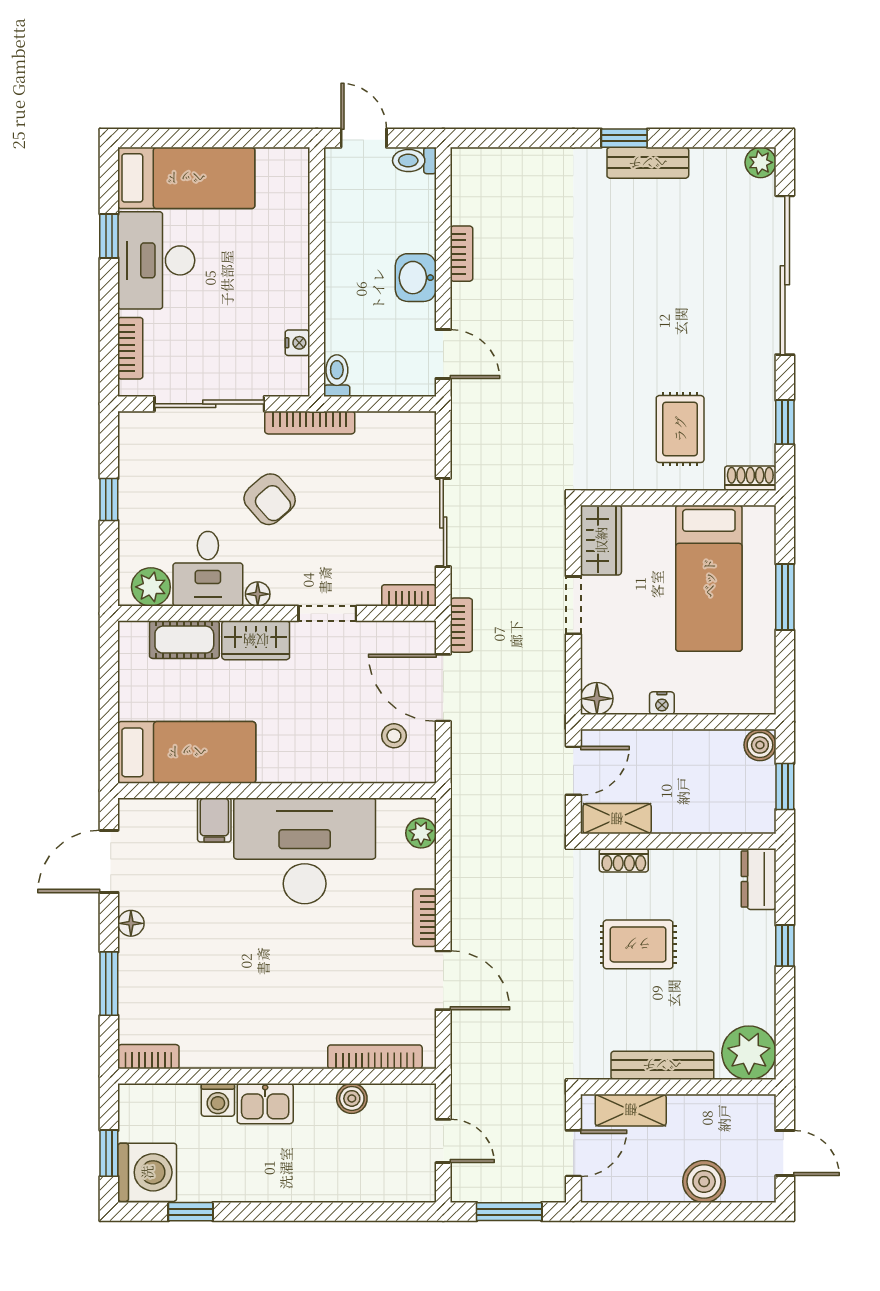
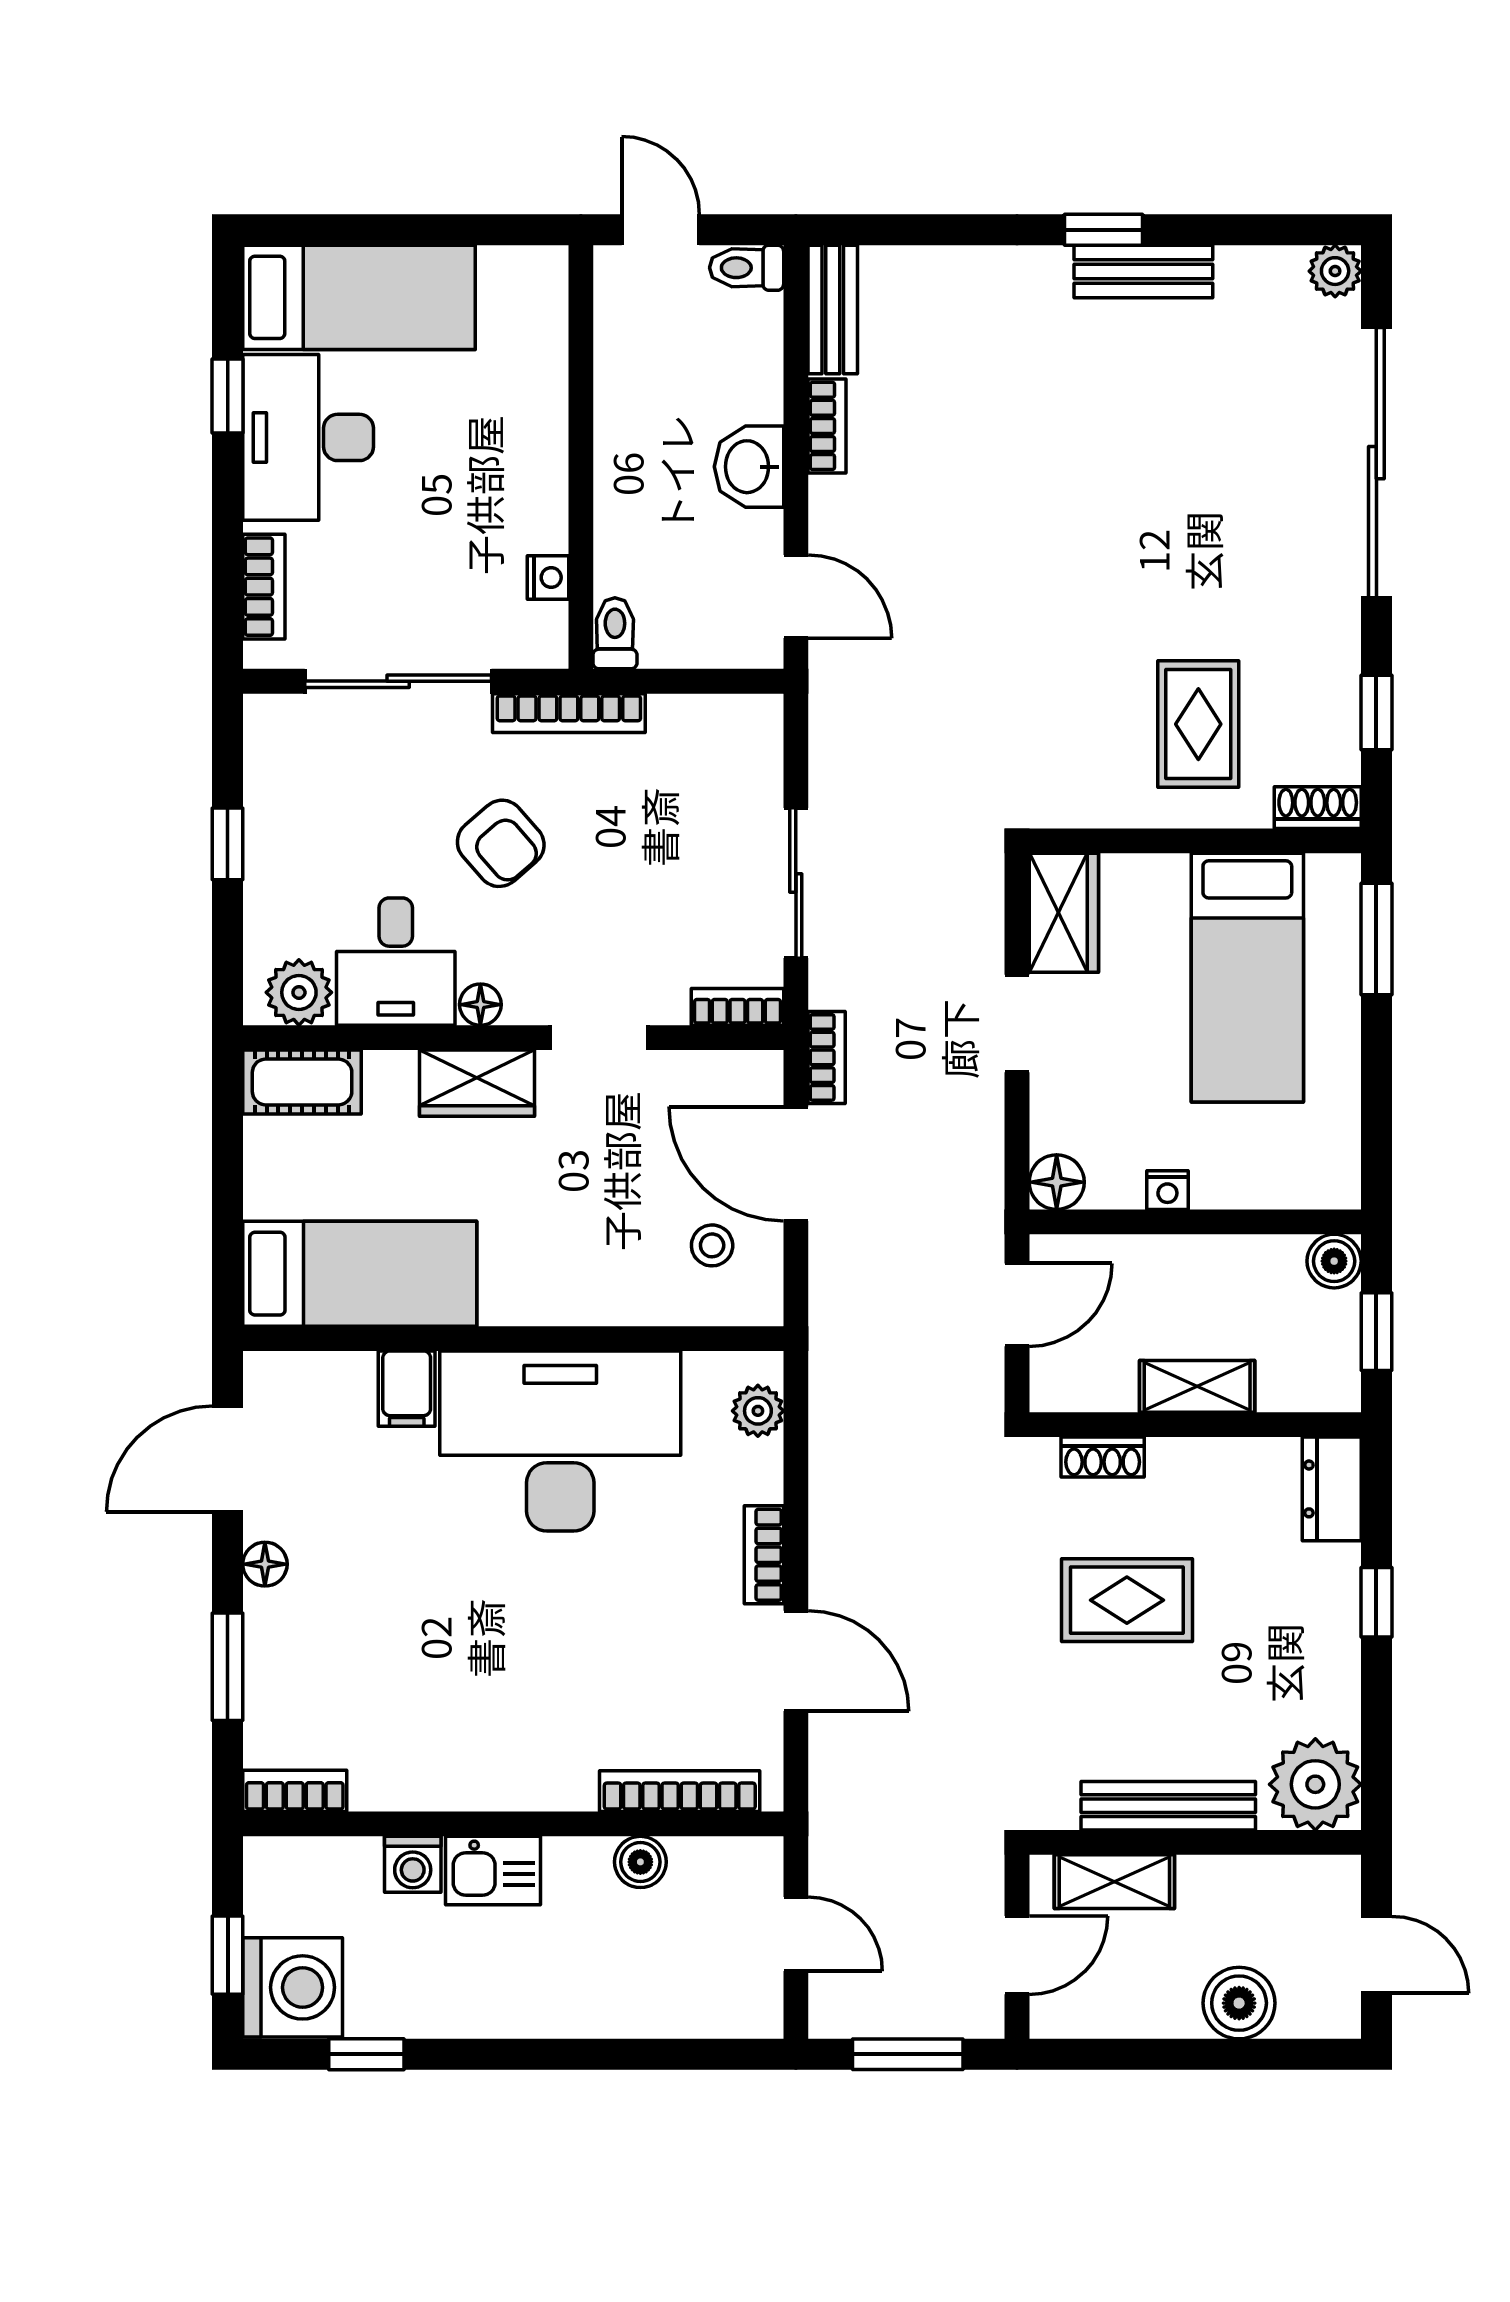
bench: (465, 185) -> (833, 309), added
window: (785, 597) -> (1376, 939), moved
cot: (184, 640) -> (302, 1082), moved
shelving: (617, 819) -> (1197, 1386), moved

